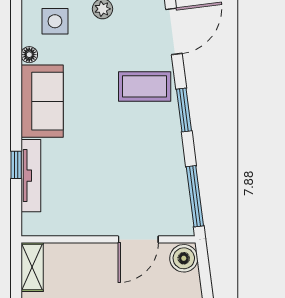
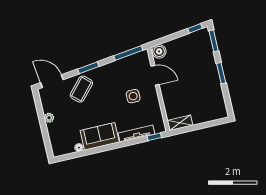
side table: (55, 21) -> (133, 96), moved
coffee table: (145, 86) -> (81, 89), turned 42
window: (16, 165) -> (154, 137), moved

